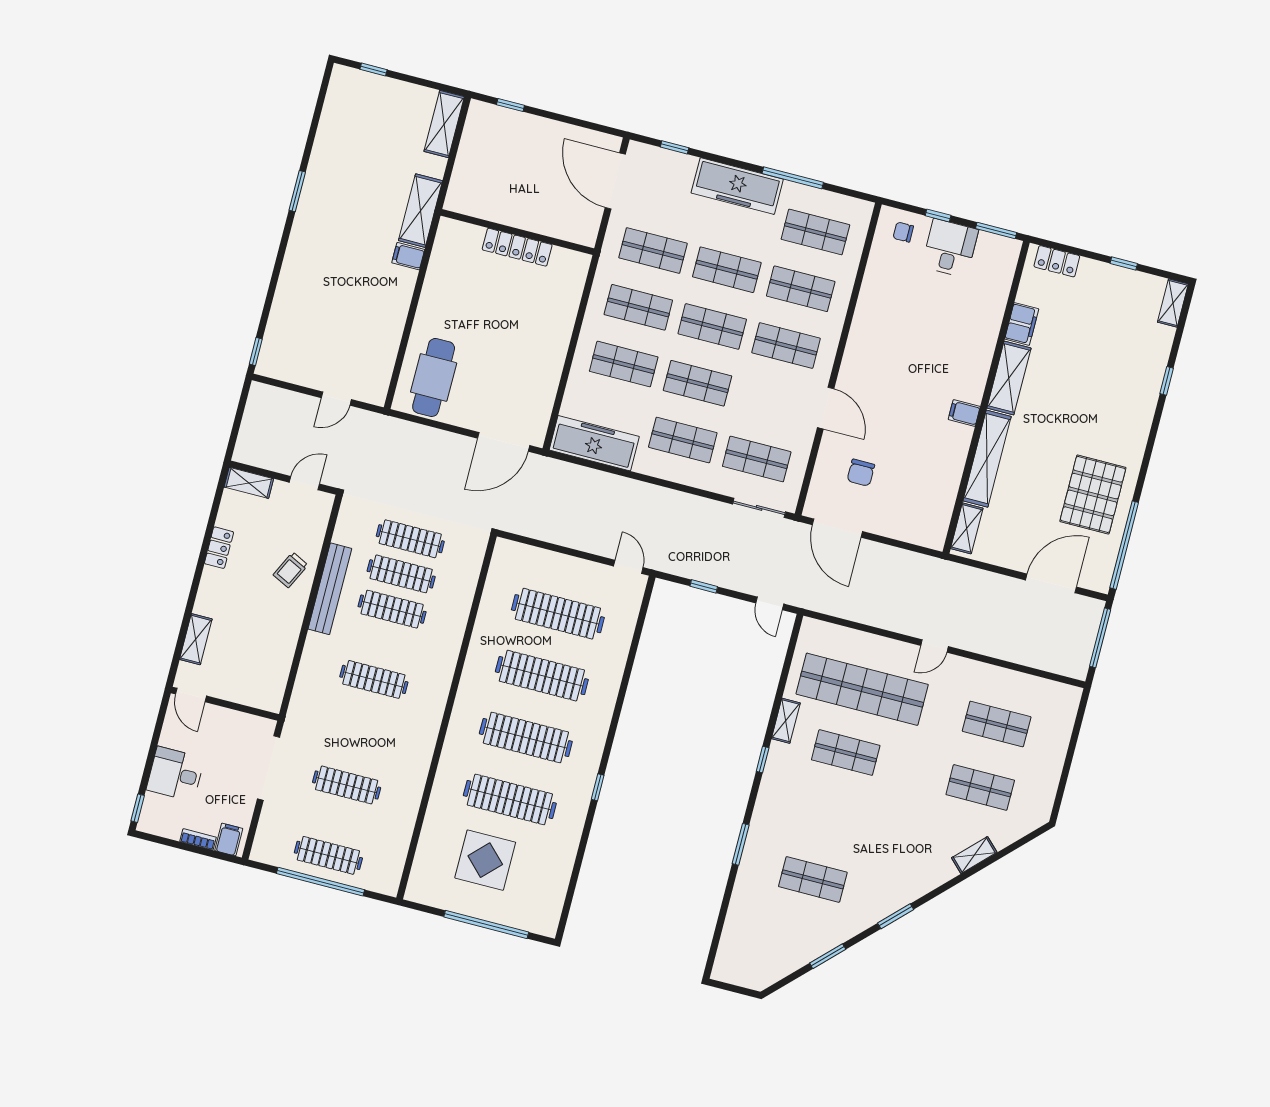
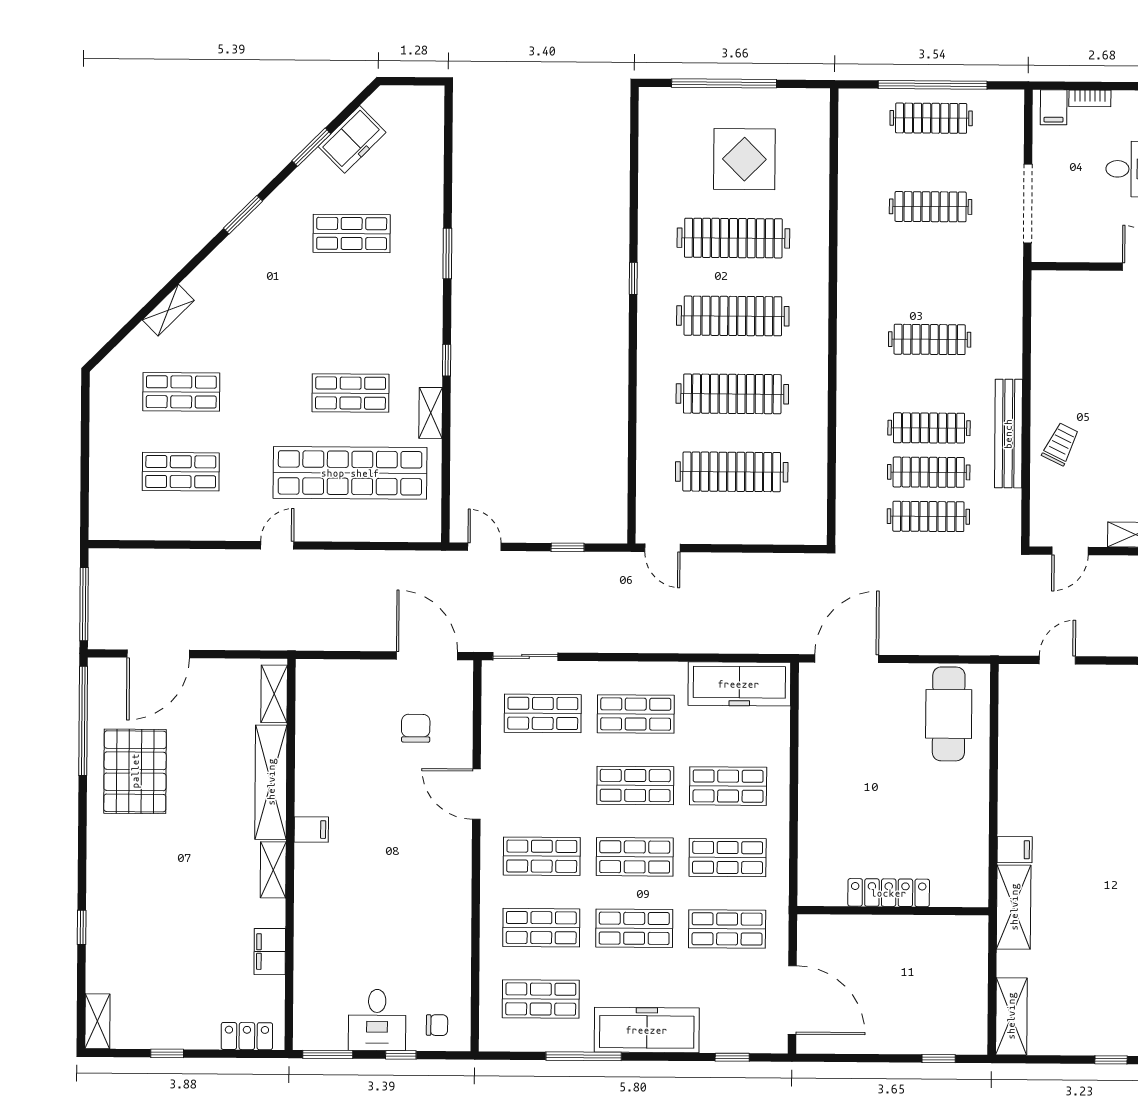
shelving: (1009, 378) -> (273, 870), width x0.67, depth x0.75
freezer: (794, 954) -> (352, 139), added

